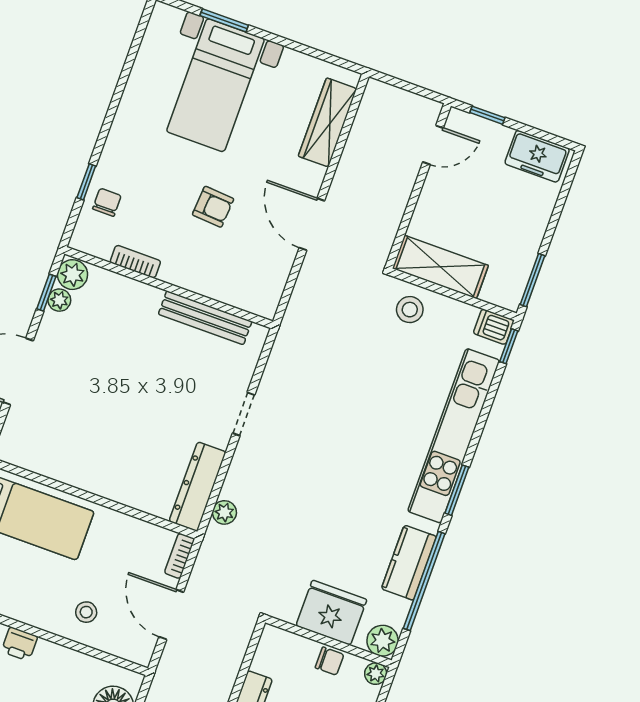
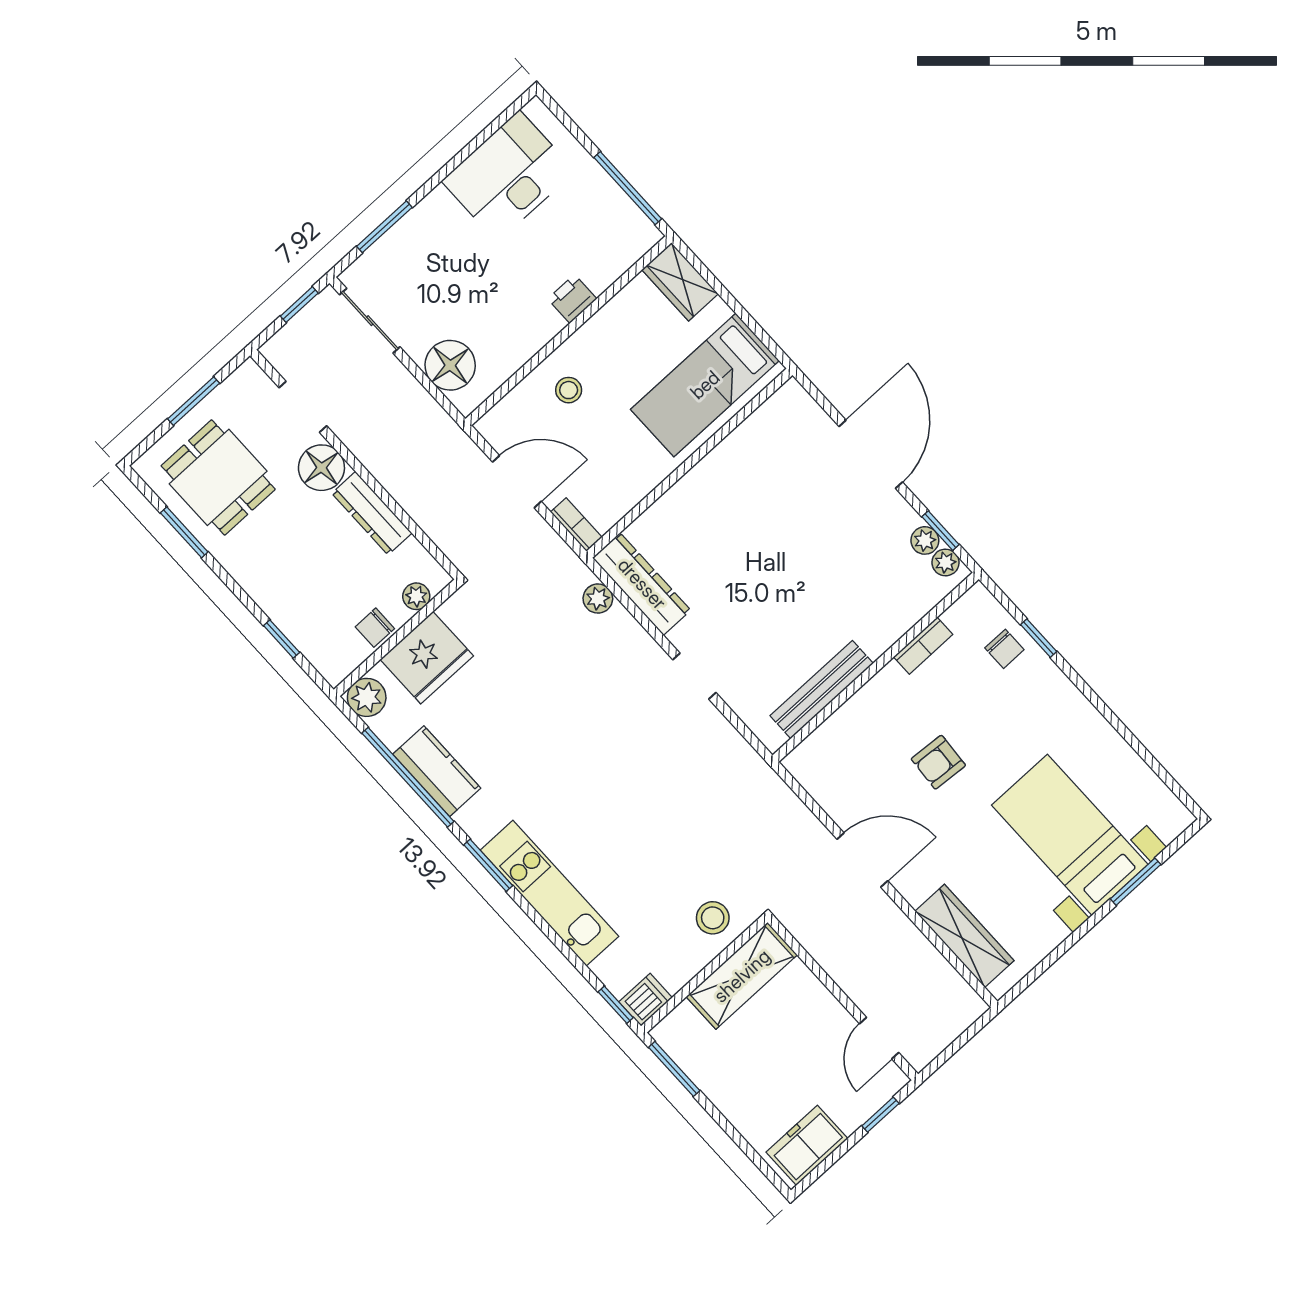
plant: (73, 275) -> (946, 562), width x0.73, depth x0.73
kitchen unit: (454, 436) -> (550, 893), width x0.73
plant: (376, 674) -> (416, 596), moved

